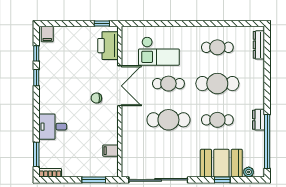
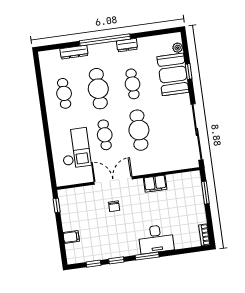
filing cabinet: (47, 34) -> (71, 237), moved
dresser: (259, 45) -> (74, 52), moved
printer: (108, 46) -> (77, 197), removed
chair: (96, 98) -> (114, 206), moved
desk: (53, 127) -> (156, 239), width x1.37
window: (267, 142) -> (105, 40), moved
filing cabinet: (111, 151) -> (155, 184), moved, width x2.00
window: (36, 154) -> (147, 256), moved

